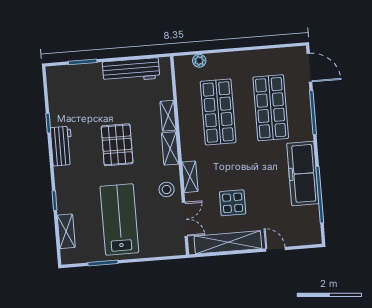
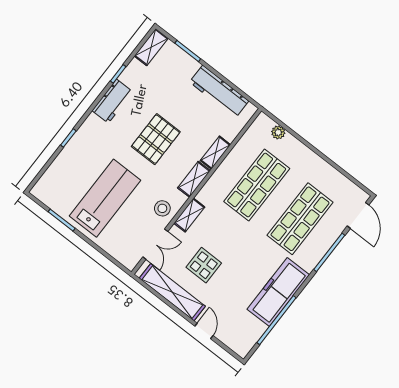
shelving: (66, 231) -> (151, 47), moved

